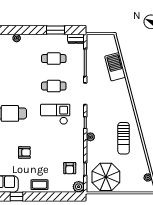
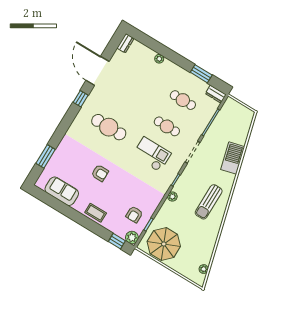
barbecue: (115, 67) -> (233, 158), moved
sun lounger: (124, 138) -> (209, 202), moved
window: (16, 196) -> (117, 241), moved

